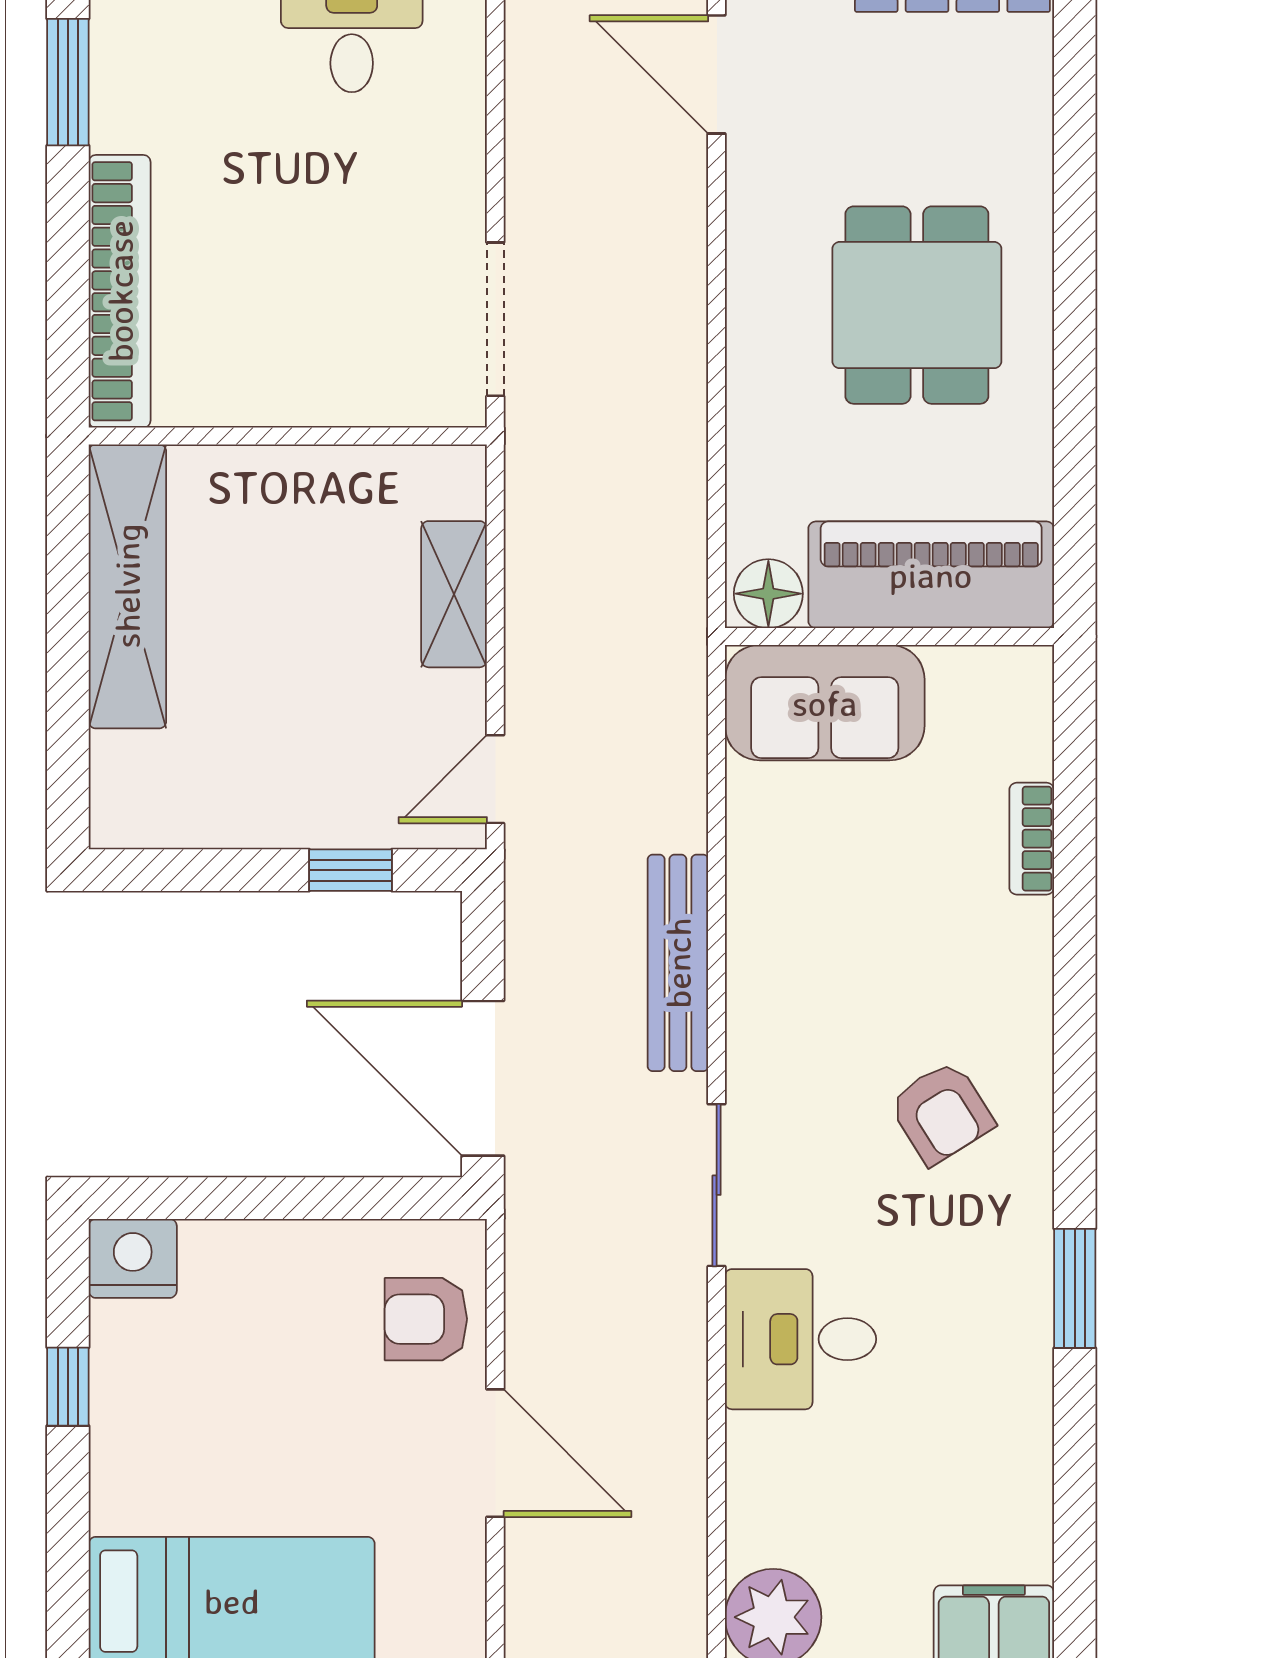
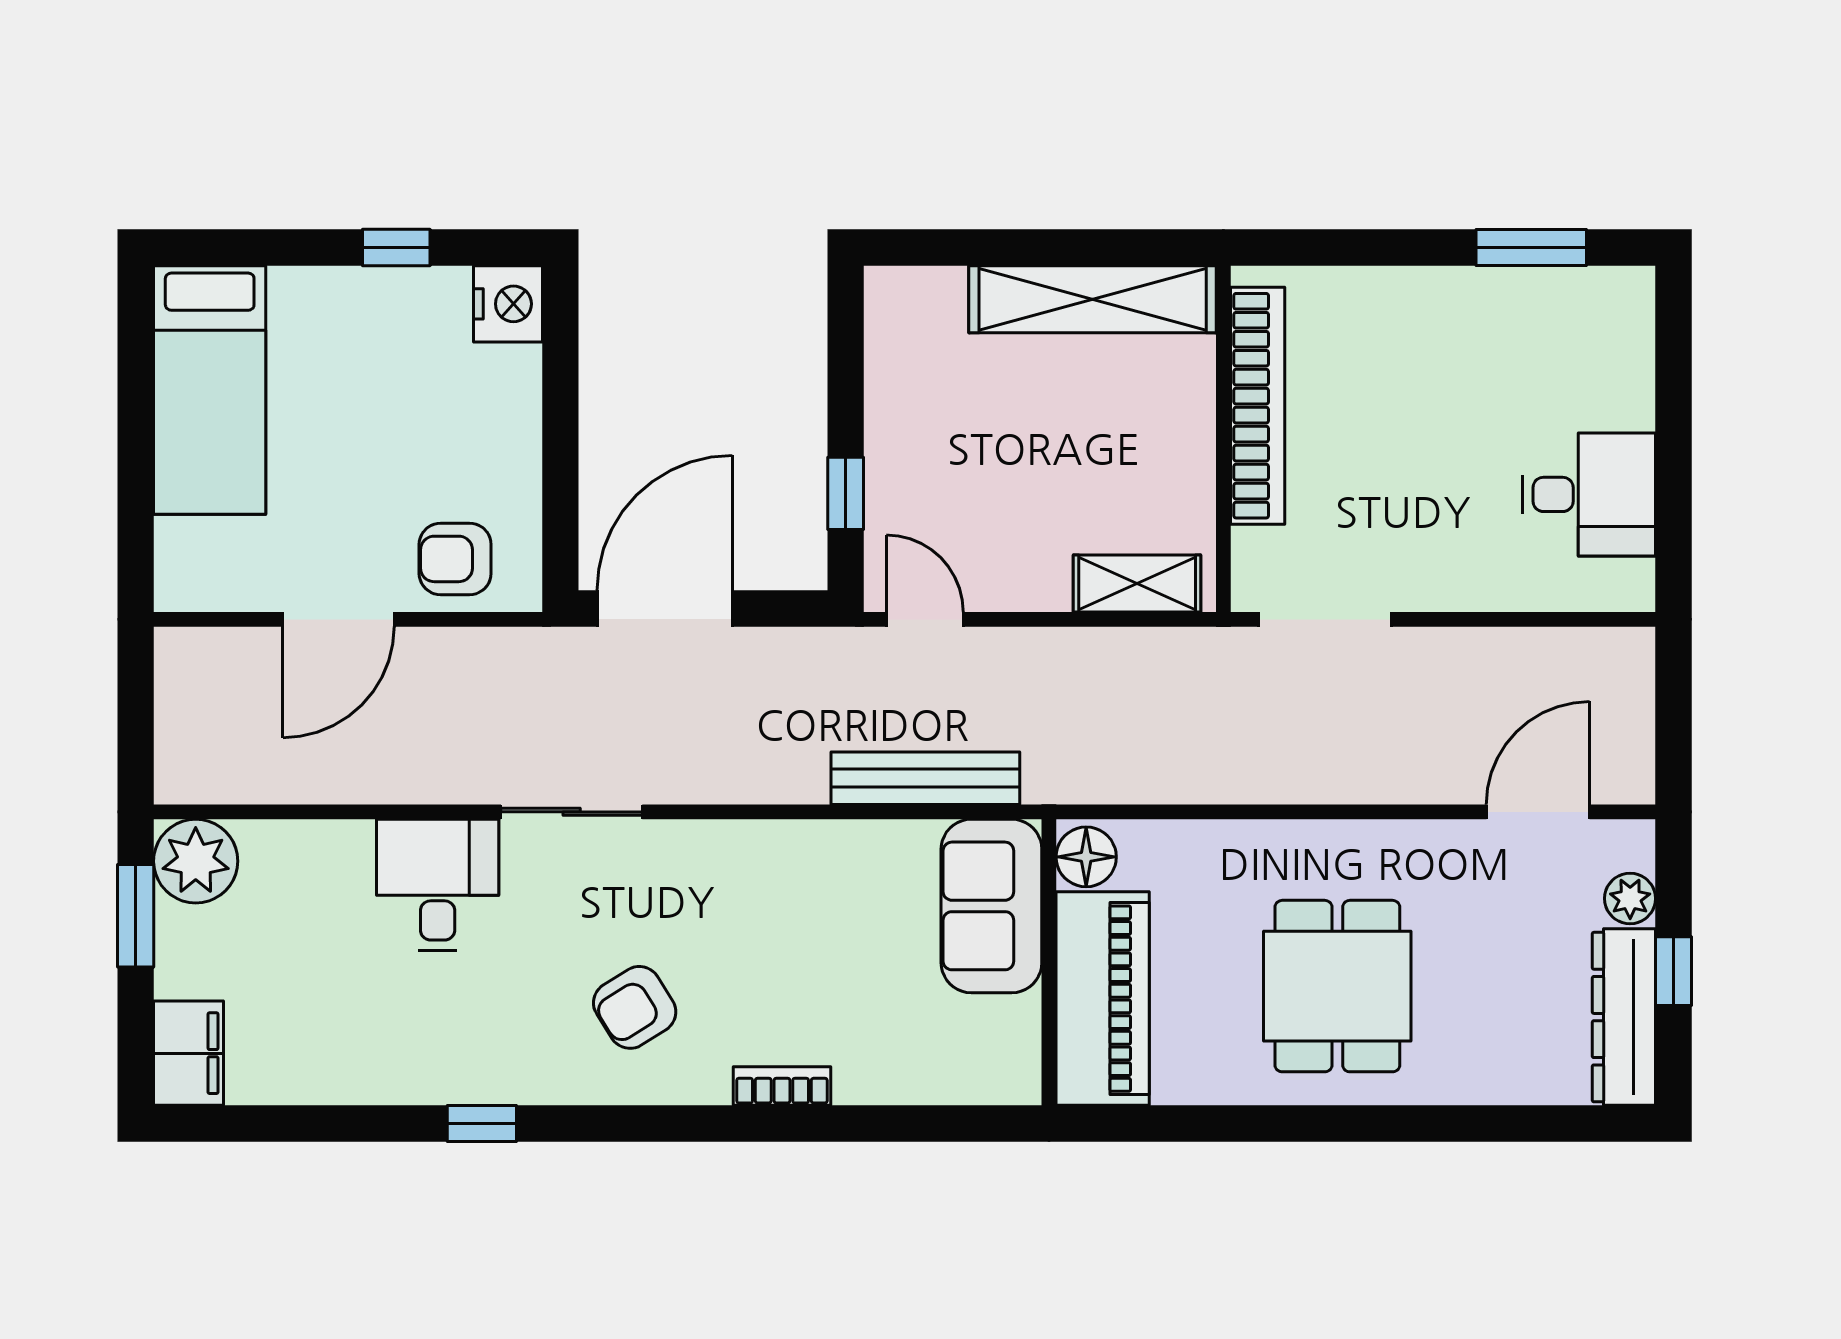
bookcase: (120, 291) -> (1258, 406), moved, turned -90
dining table: (917, 305) -> (1337, 986), turned 90
shelving: (454, 594) -> (1137, 583), moved
bookcase: (1032, 839) -> (782, 1086), moved
bench: (678, 963) -> (925, 778), moved
window: (1075, 1288) -> (482, 1123), width x0.67
armchair: (426, 1319) -> (455, 559), turned -90

